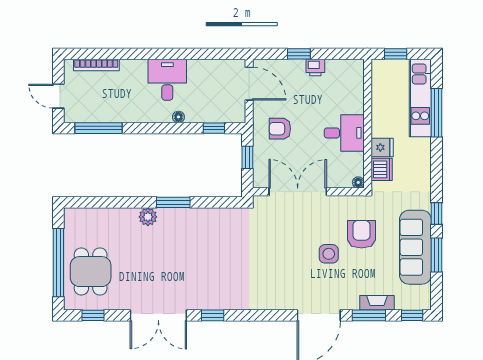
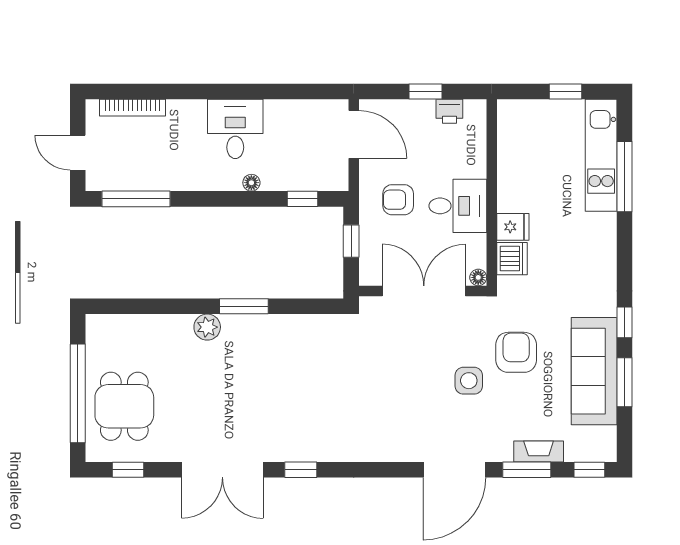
wall: (368, 124) -> (492, 193), moved
desk: (344, 133) -> (458, 206), moved
fridge: (382, 147) -> (513, 227), moved
dishwasher: (382, 169) -> (512, 259), moved
floor lamp: (358, 182) -> (478, 277), moved

